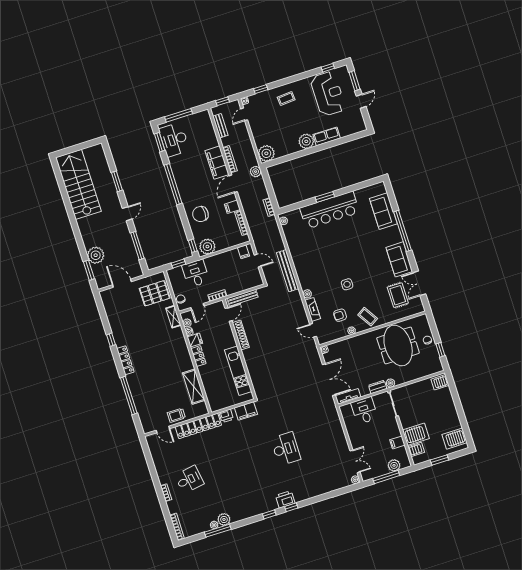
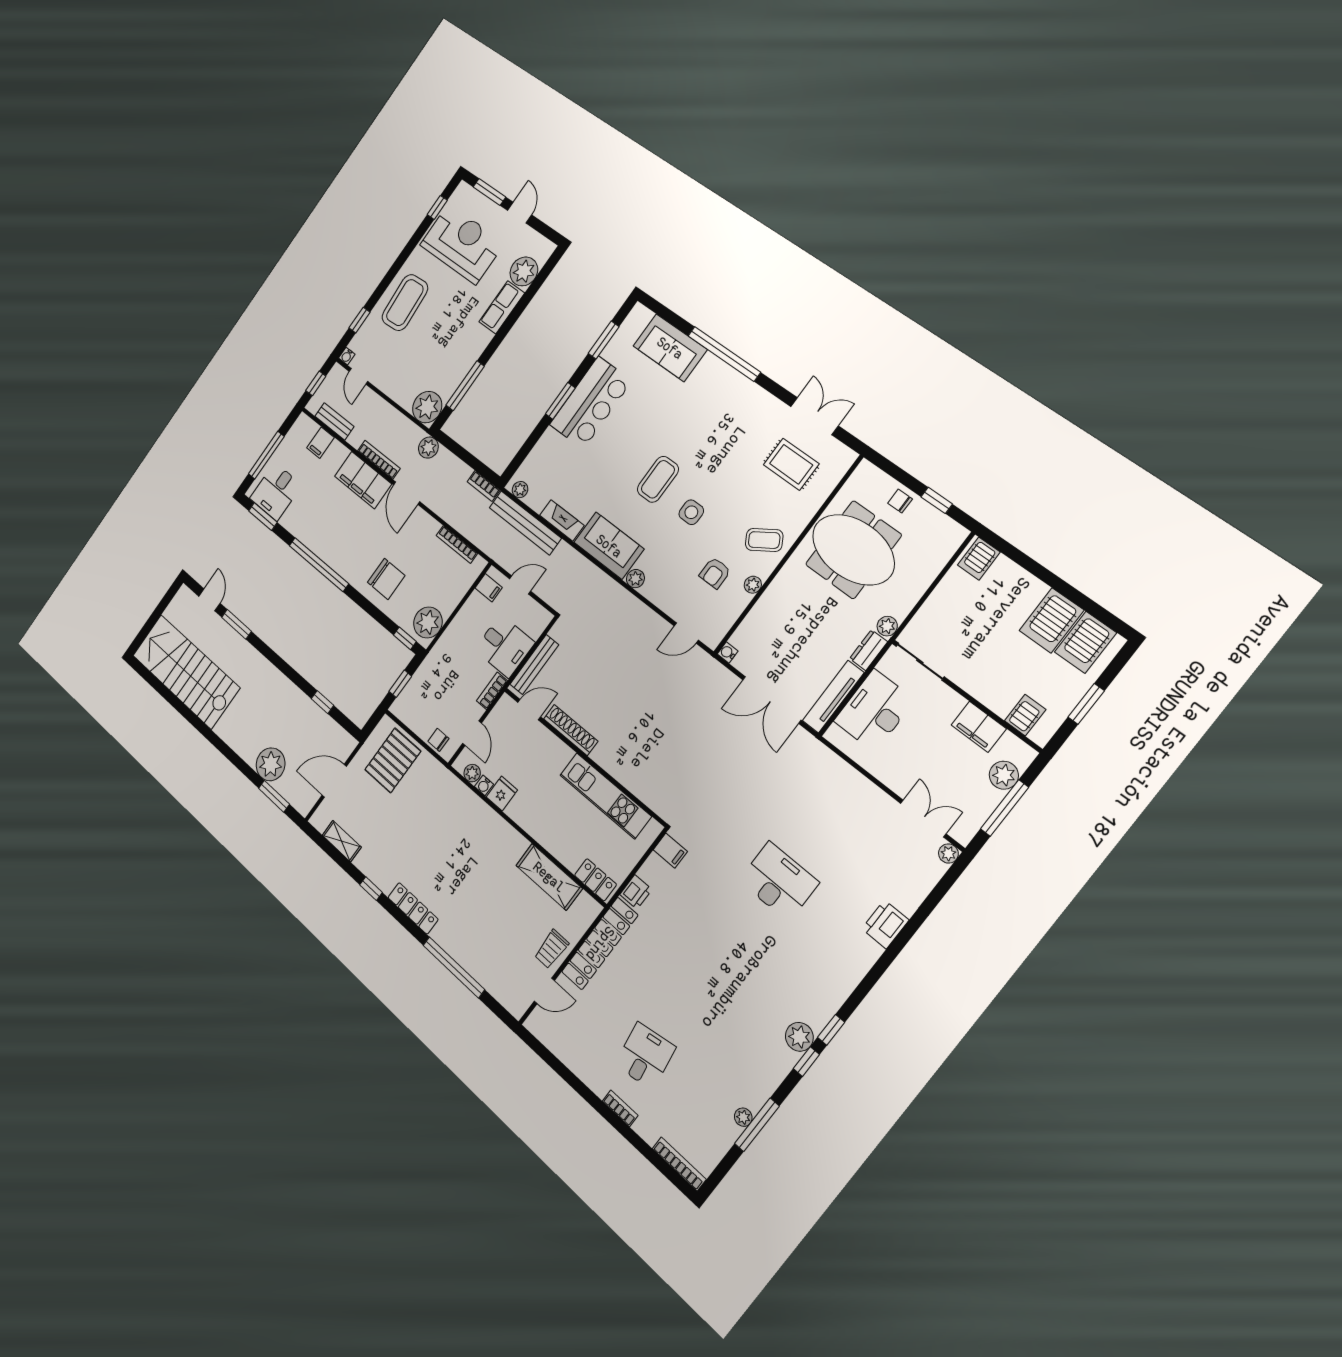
coffee table: (286, 98) -> (405, 303), width x1.86, depth x1.72
desk: (174, 140) -> (276, 492), width x0.73
plant: (306, 141) -> (524, 271), moved
window: (289, 158) -> (465, 386), added
window: (359, 186) -> (604, 340), added
filing cabinet: (232, 207) -> (321, 443), moved
bar counter: (330, 210) -> (591, 403), width x0.73
door: (127, 214) -> (209, 600), moved
chair: (200, 214) -> (386, 579), turned -90
window: (137, 246) -> (322, 702), width x0.46
sofa: (399, 259) -> (609, 546), moved, turned 180
coffee table: (343, 261) -> (658, 479), added
bench: (288, 271) -> (525, 523), moved
desk: (196, 273) -> (504, 646), moved, turned 180
double door: (419, 283) -> (814, 416), swing flipped
fireplace: (313, 309) -> (562, 520), moved
door: (228, 314) -> (529, 710), hinge flipped
shelving: (173, 317) -> (342, 841), moved
locker: (198, 356) -> (595, 880), moved
double door: (329, 380) -> (772, 700), swing flipped
tv unit: (348, 396) -> (833, 697), width x1.41
filing cabinet: (246, 411) -> (670, 851), width x0.50
desk: (364, 411) -> (874, 710), width x1.37
server rack: (416, 434) -> (1052, 620), moved, turned 180
filing cabinet: (397, 442) -> (979, 727), width x2.00
printer: (285, 499) -> (885, 924), moved
window: (291, 507) -> (806, 1062), moved
plant: (224, 519) -> (799, 1037), moved

